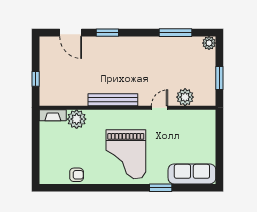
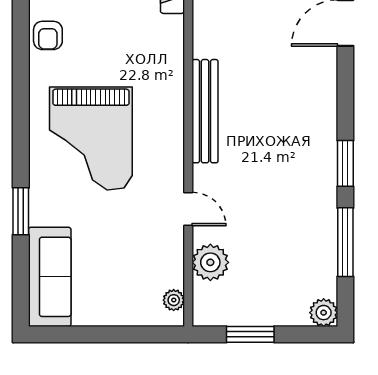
window: (107, 33) -> (345, 163), moved
plant: (77, 119) -> (174, 300), moved, width x0.53, depth x0.53
grand piano: (126, 154) -> (91, 138), turned -90

